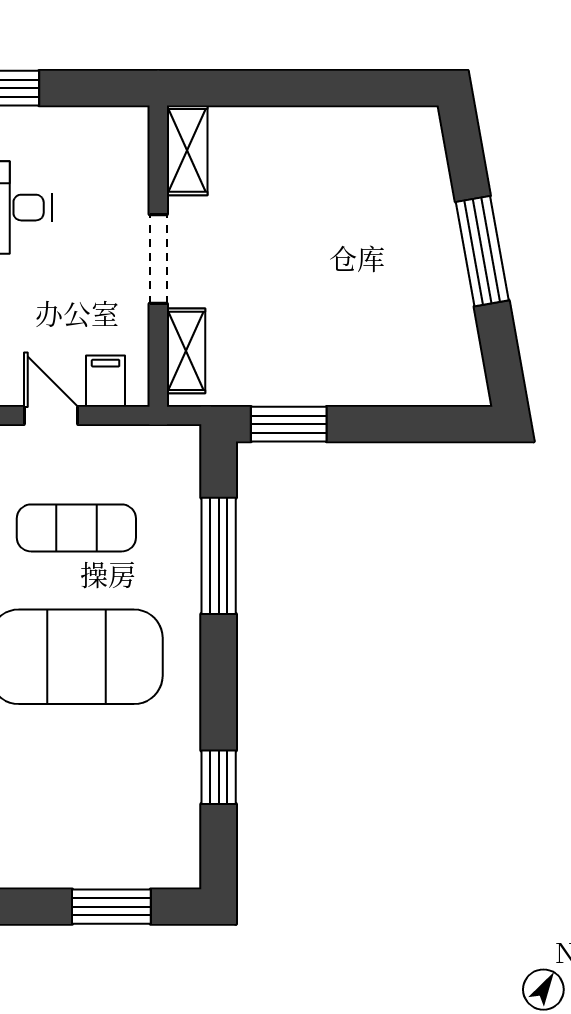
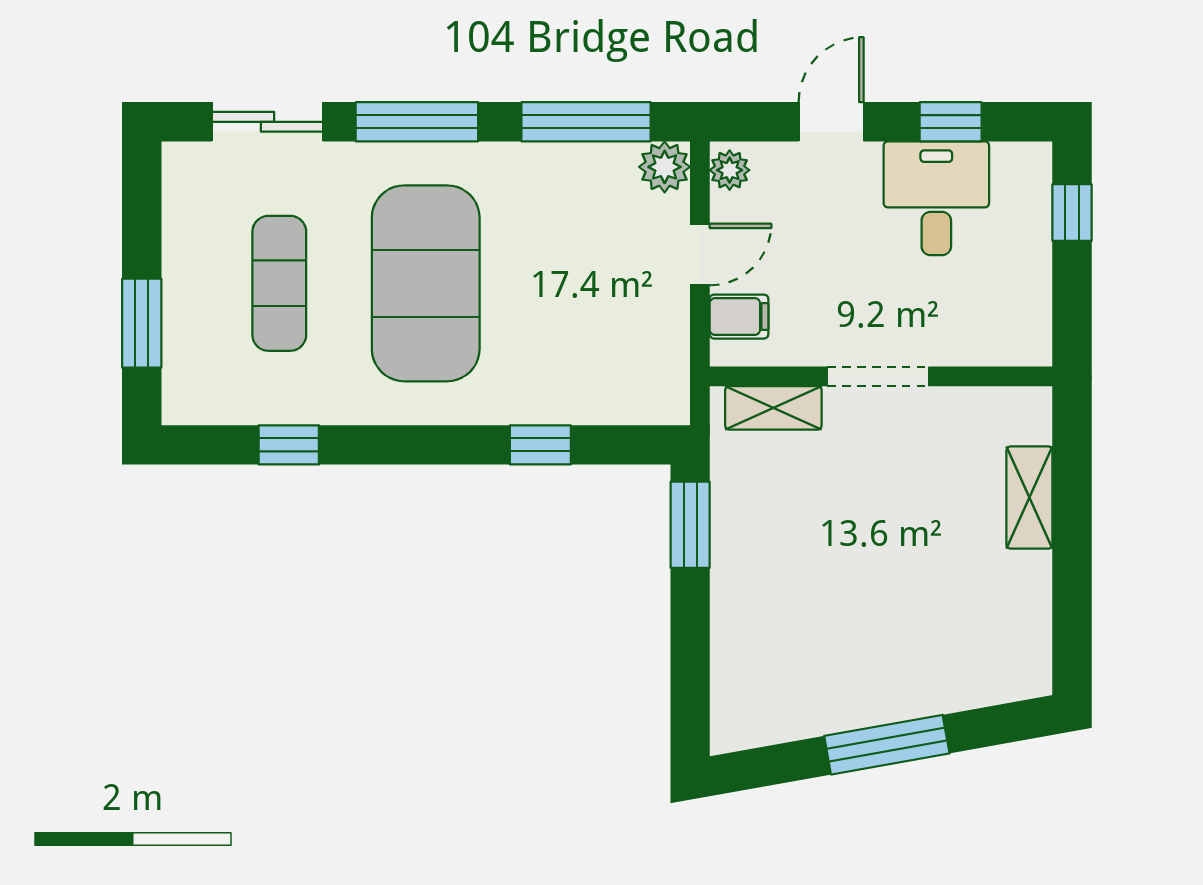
shelving: (187, 150) -> (1029, 498), moved, turned 90
exercise mat: (76, 528) -> (279, 283), moved
window: (219, 556) -> (540, 445), width x0.46

